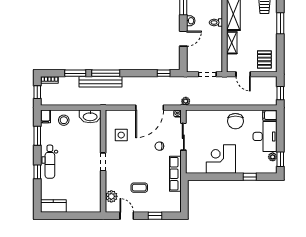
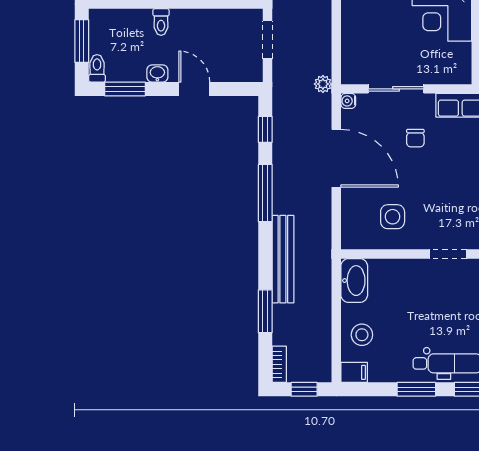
window: (106, 73) -> (265, 193), moved
window: (37, 136) -> (416, 389), moved

